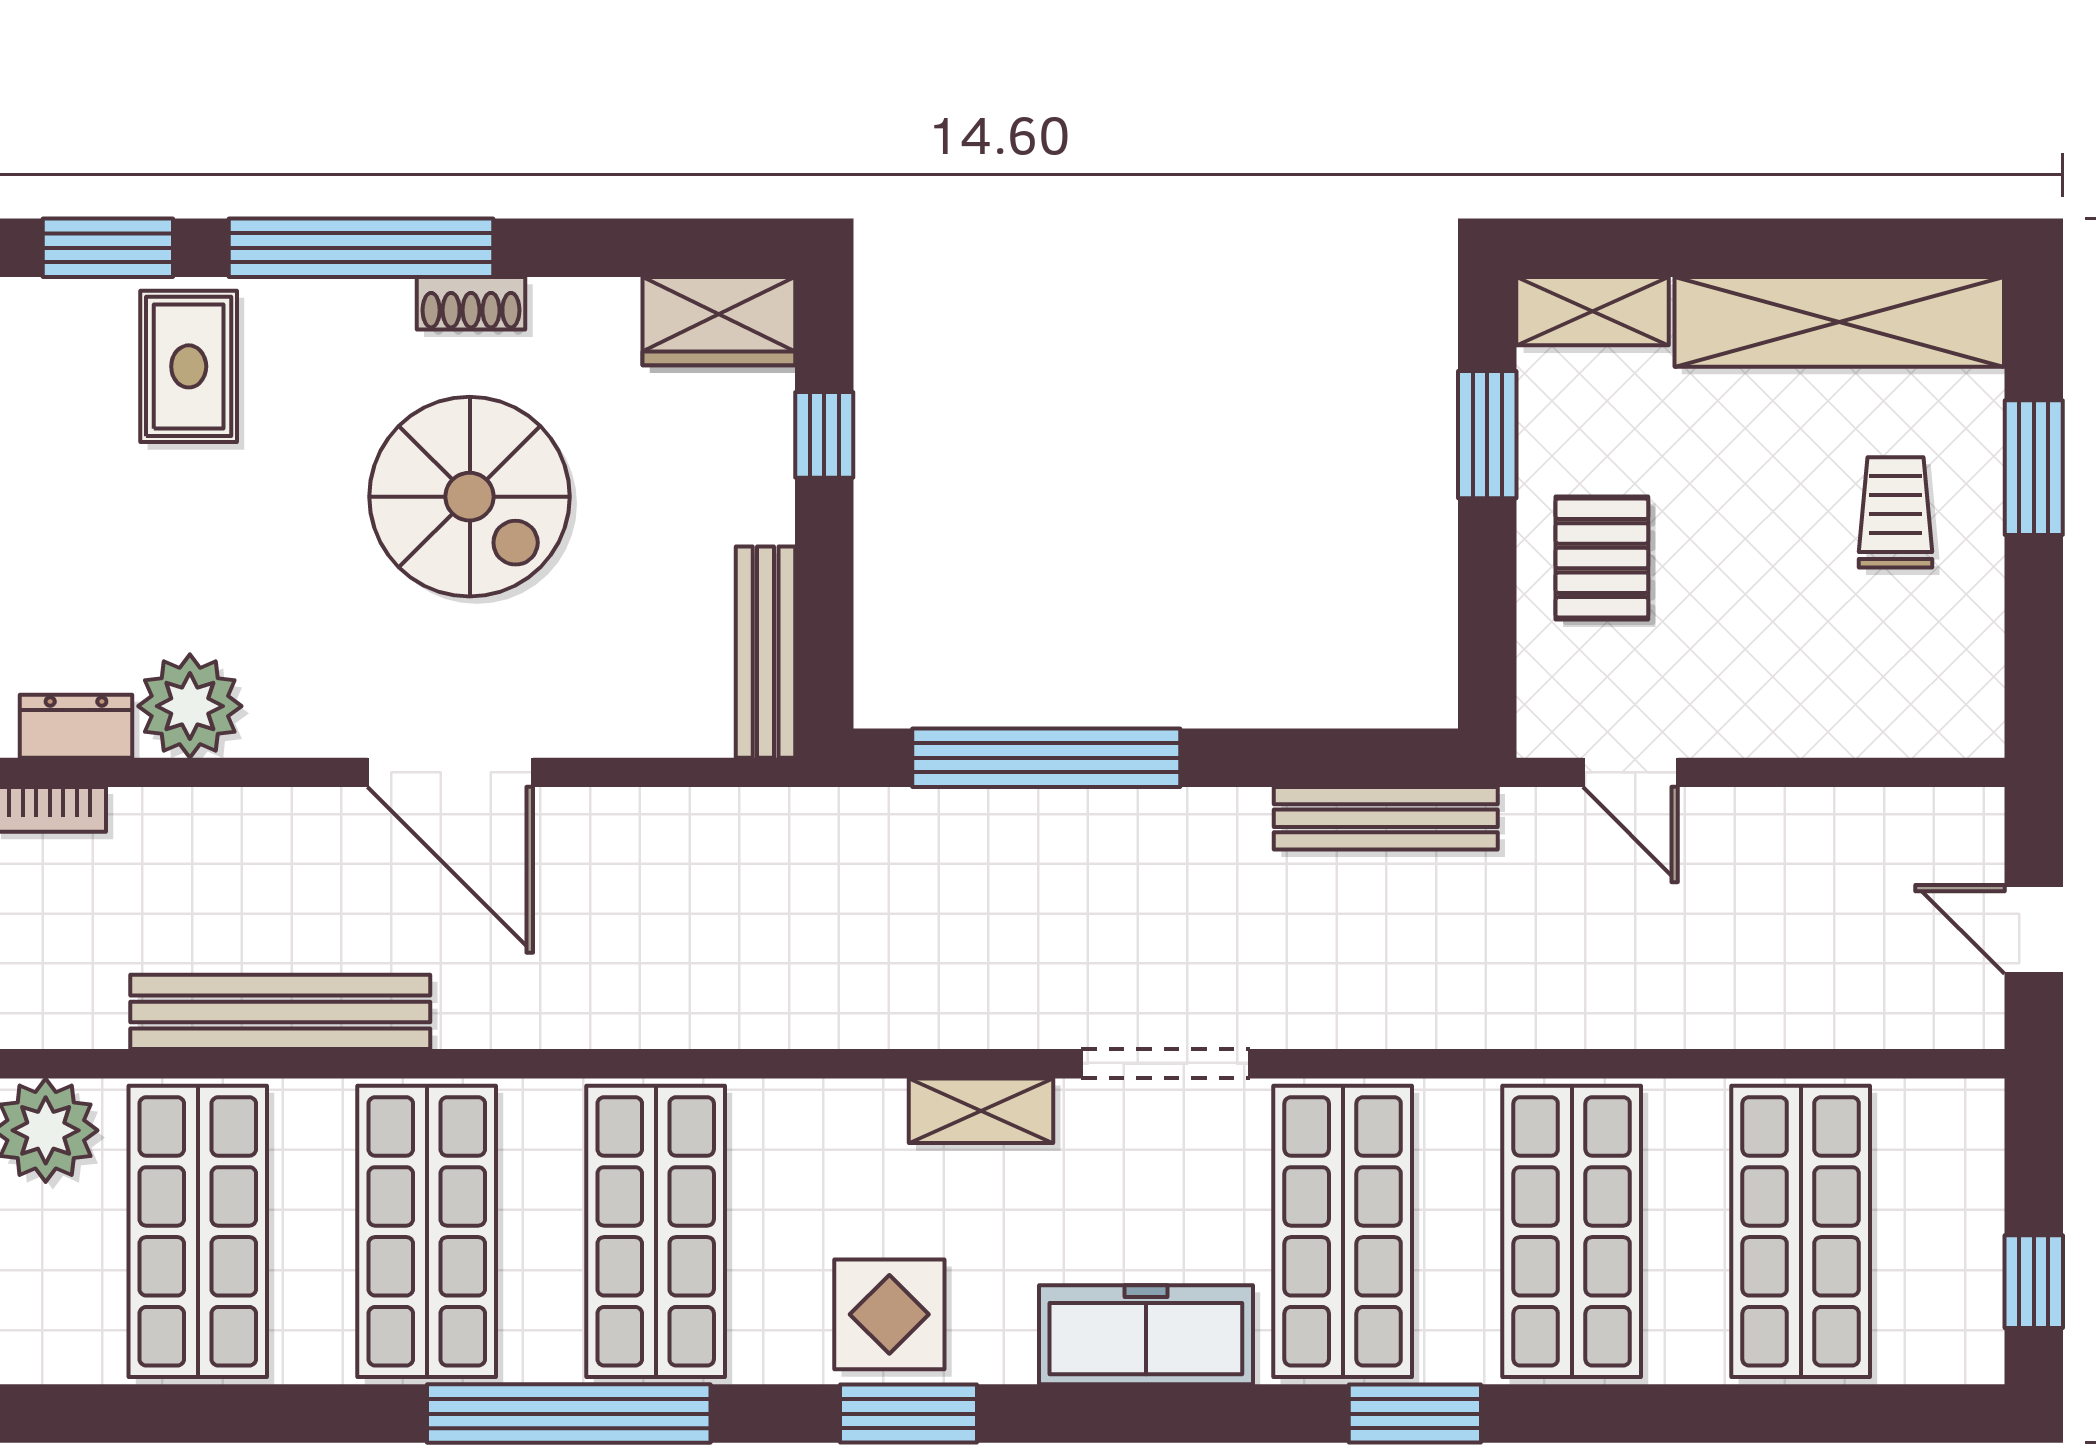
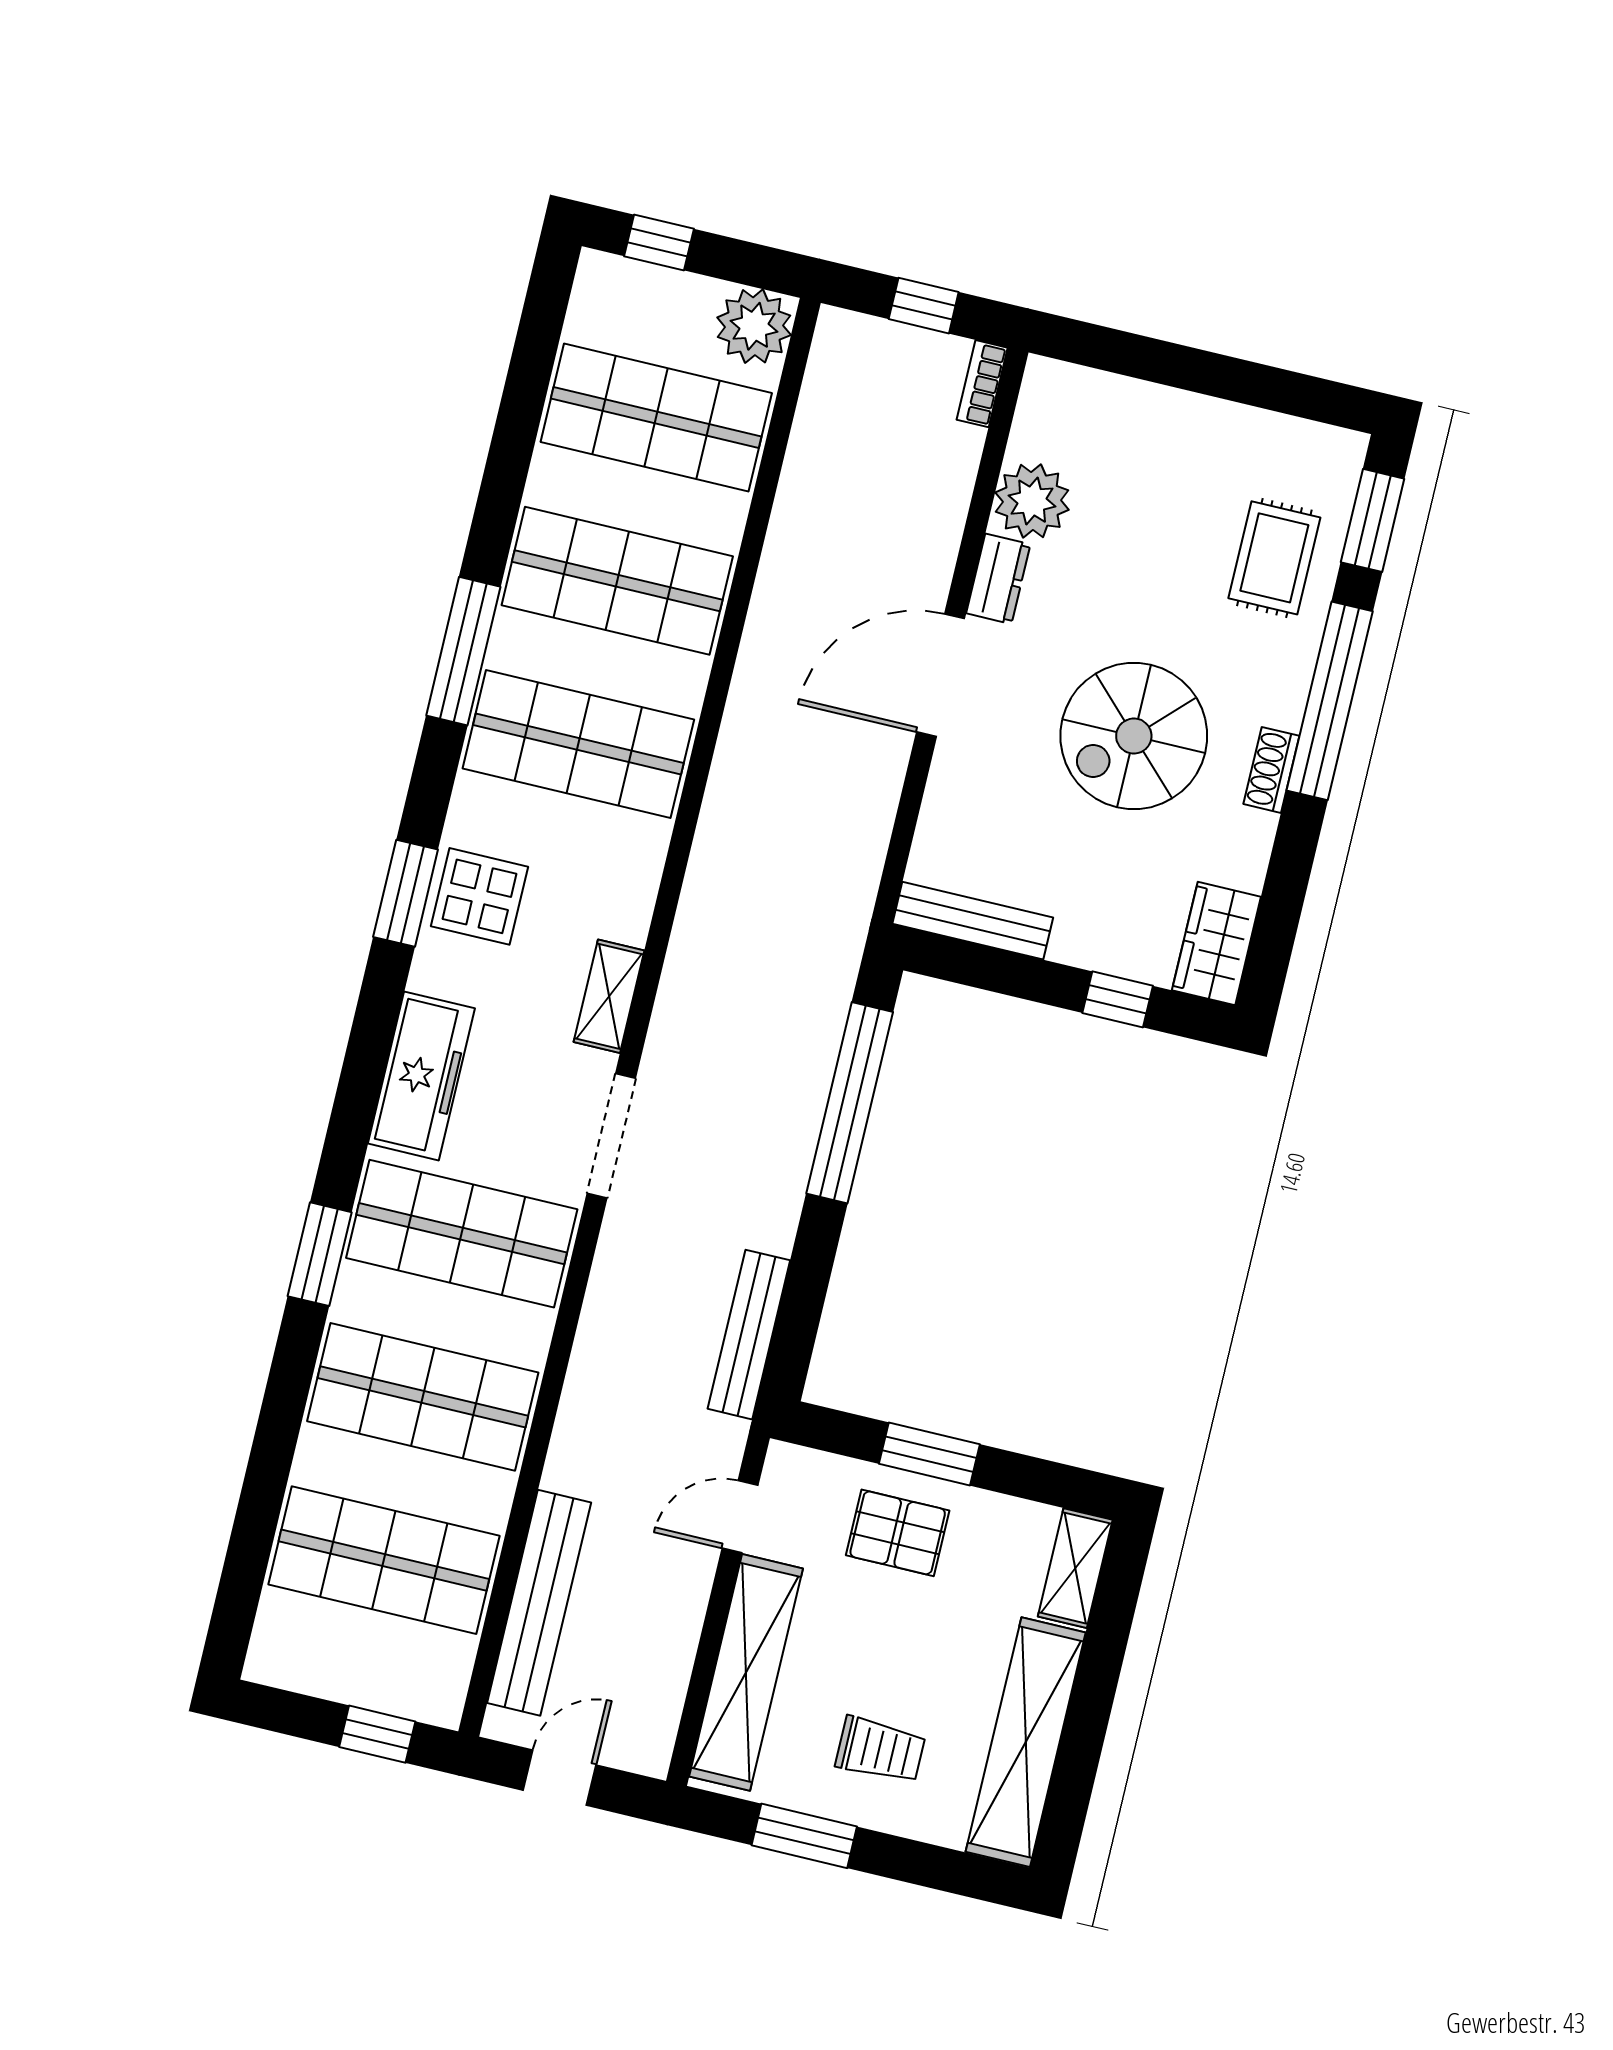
rug: (189, 366) -> (1274, 558), turned 90
window: (1487, 435) -> (929, 1454), moved
window: (2034, 468) -> (804, 1836), moved
shelving: (1835, 715) -> (746, 1672), added
dresser: (76, 726) -> (998, 579), moved
bench: (280, 1012) -> (539, 1603), moved
window: (2034, 1282) -> (377, 1734), moved
window: (569, 1414) -> (463, 651), width x0.68

